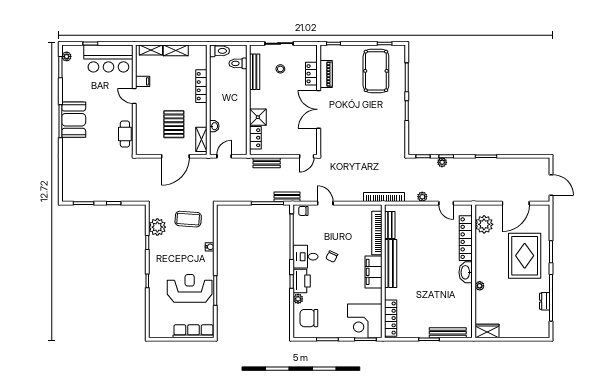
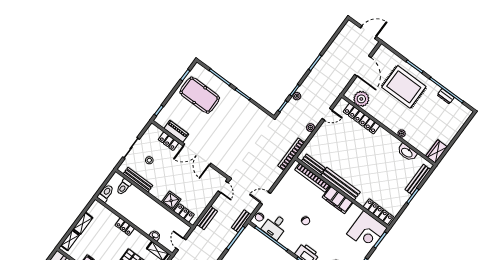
locker: (201, 86) -> (125, 227), width x0.66
desk: (305, 257) -> (275, 226), moved
washbasin: (466, 272) -> (407, 152), moved

